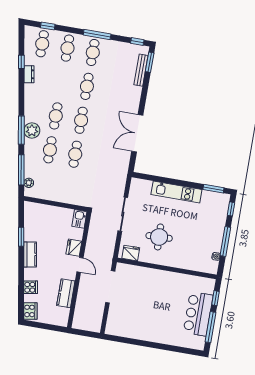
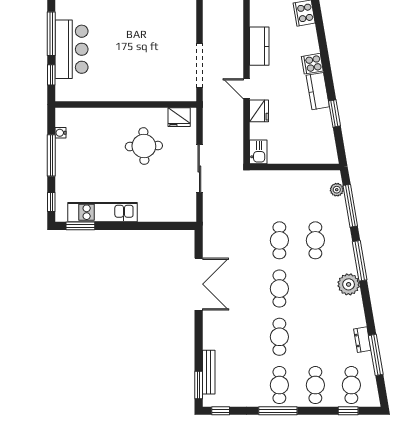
window: (21, 62) -> (376, 355), width x2.17
cafe table: (56, 116) -> (315, 289), removed
plant: (32, 131) -> (349, 284), moved
kitchen unit: (176, 192) -> (103, 212), moved
cooker: (31, 287) -> (312, 64), moved

